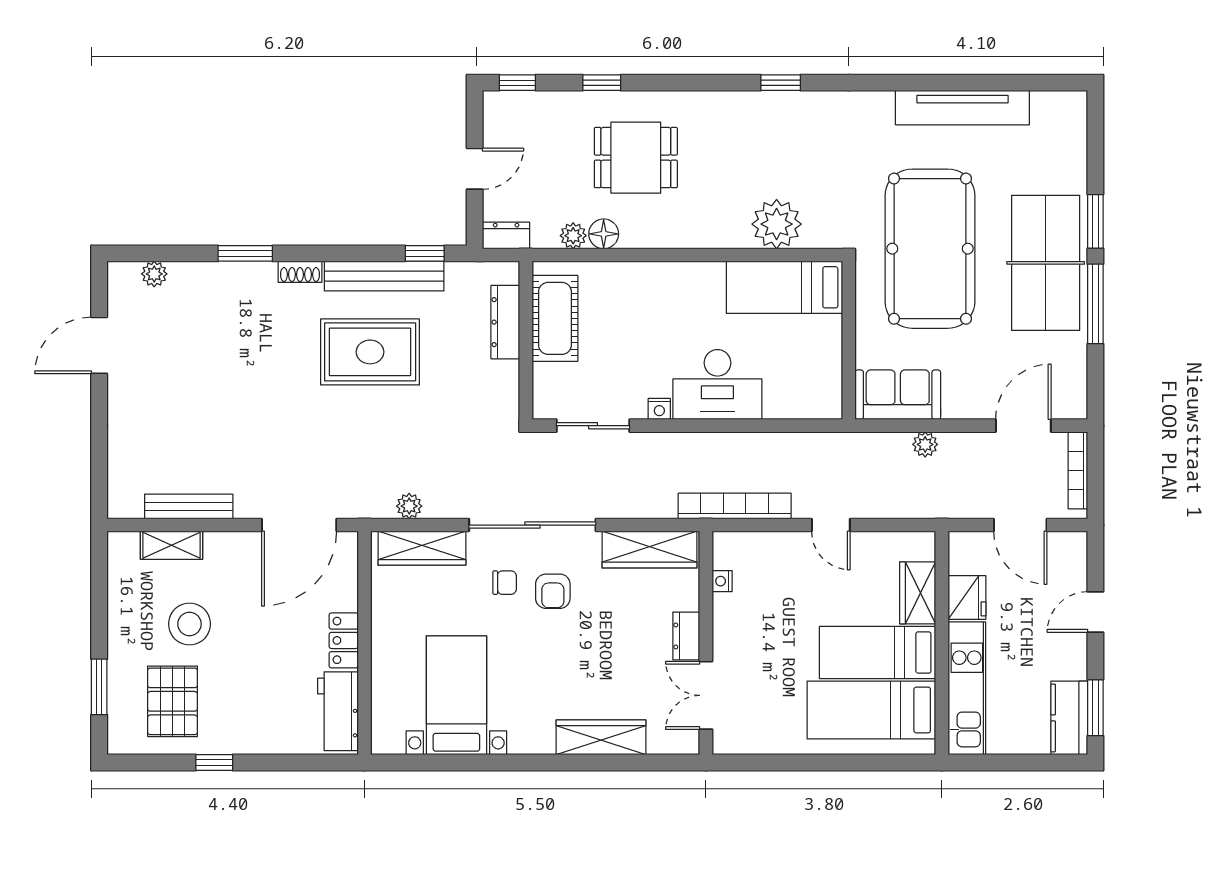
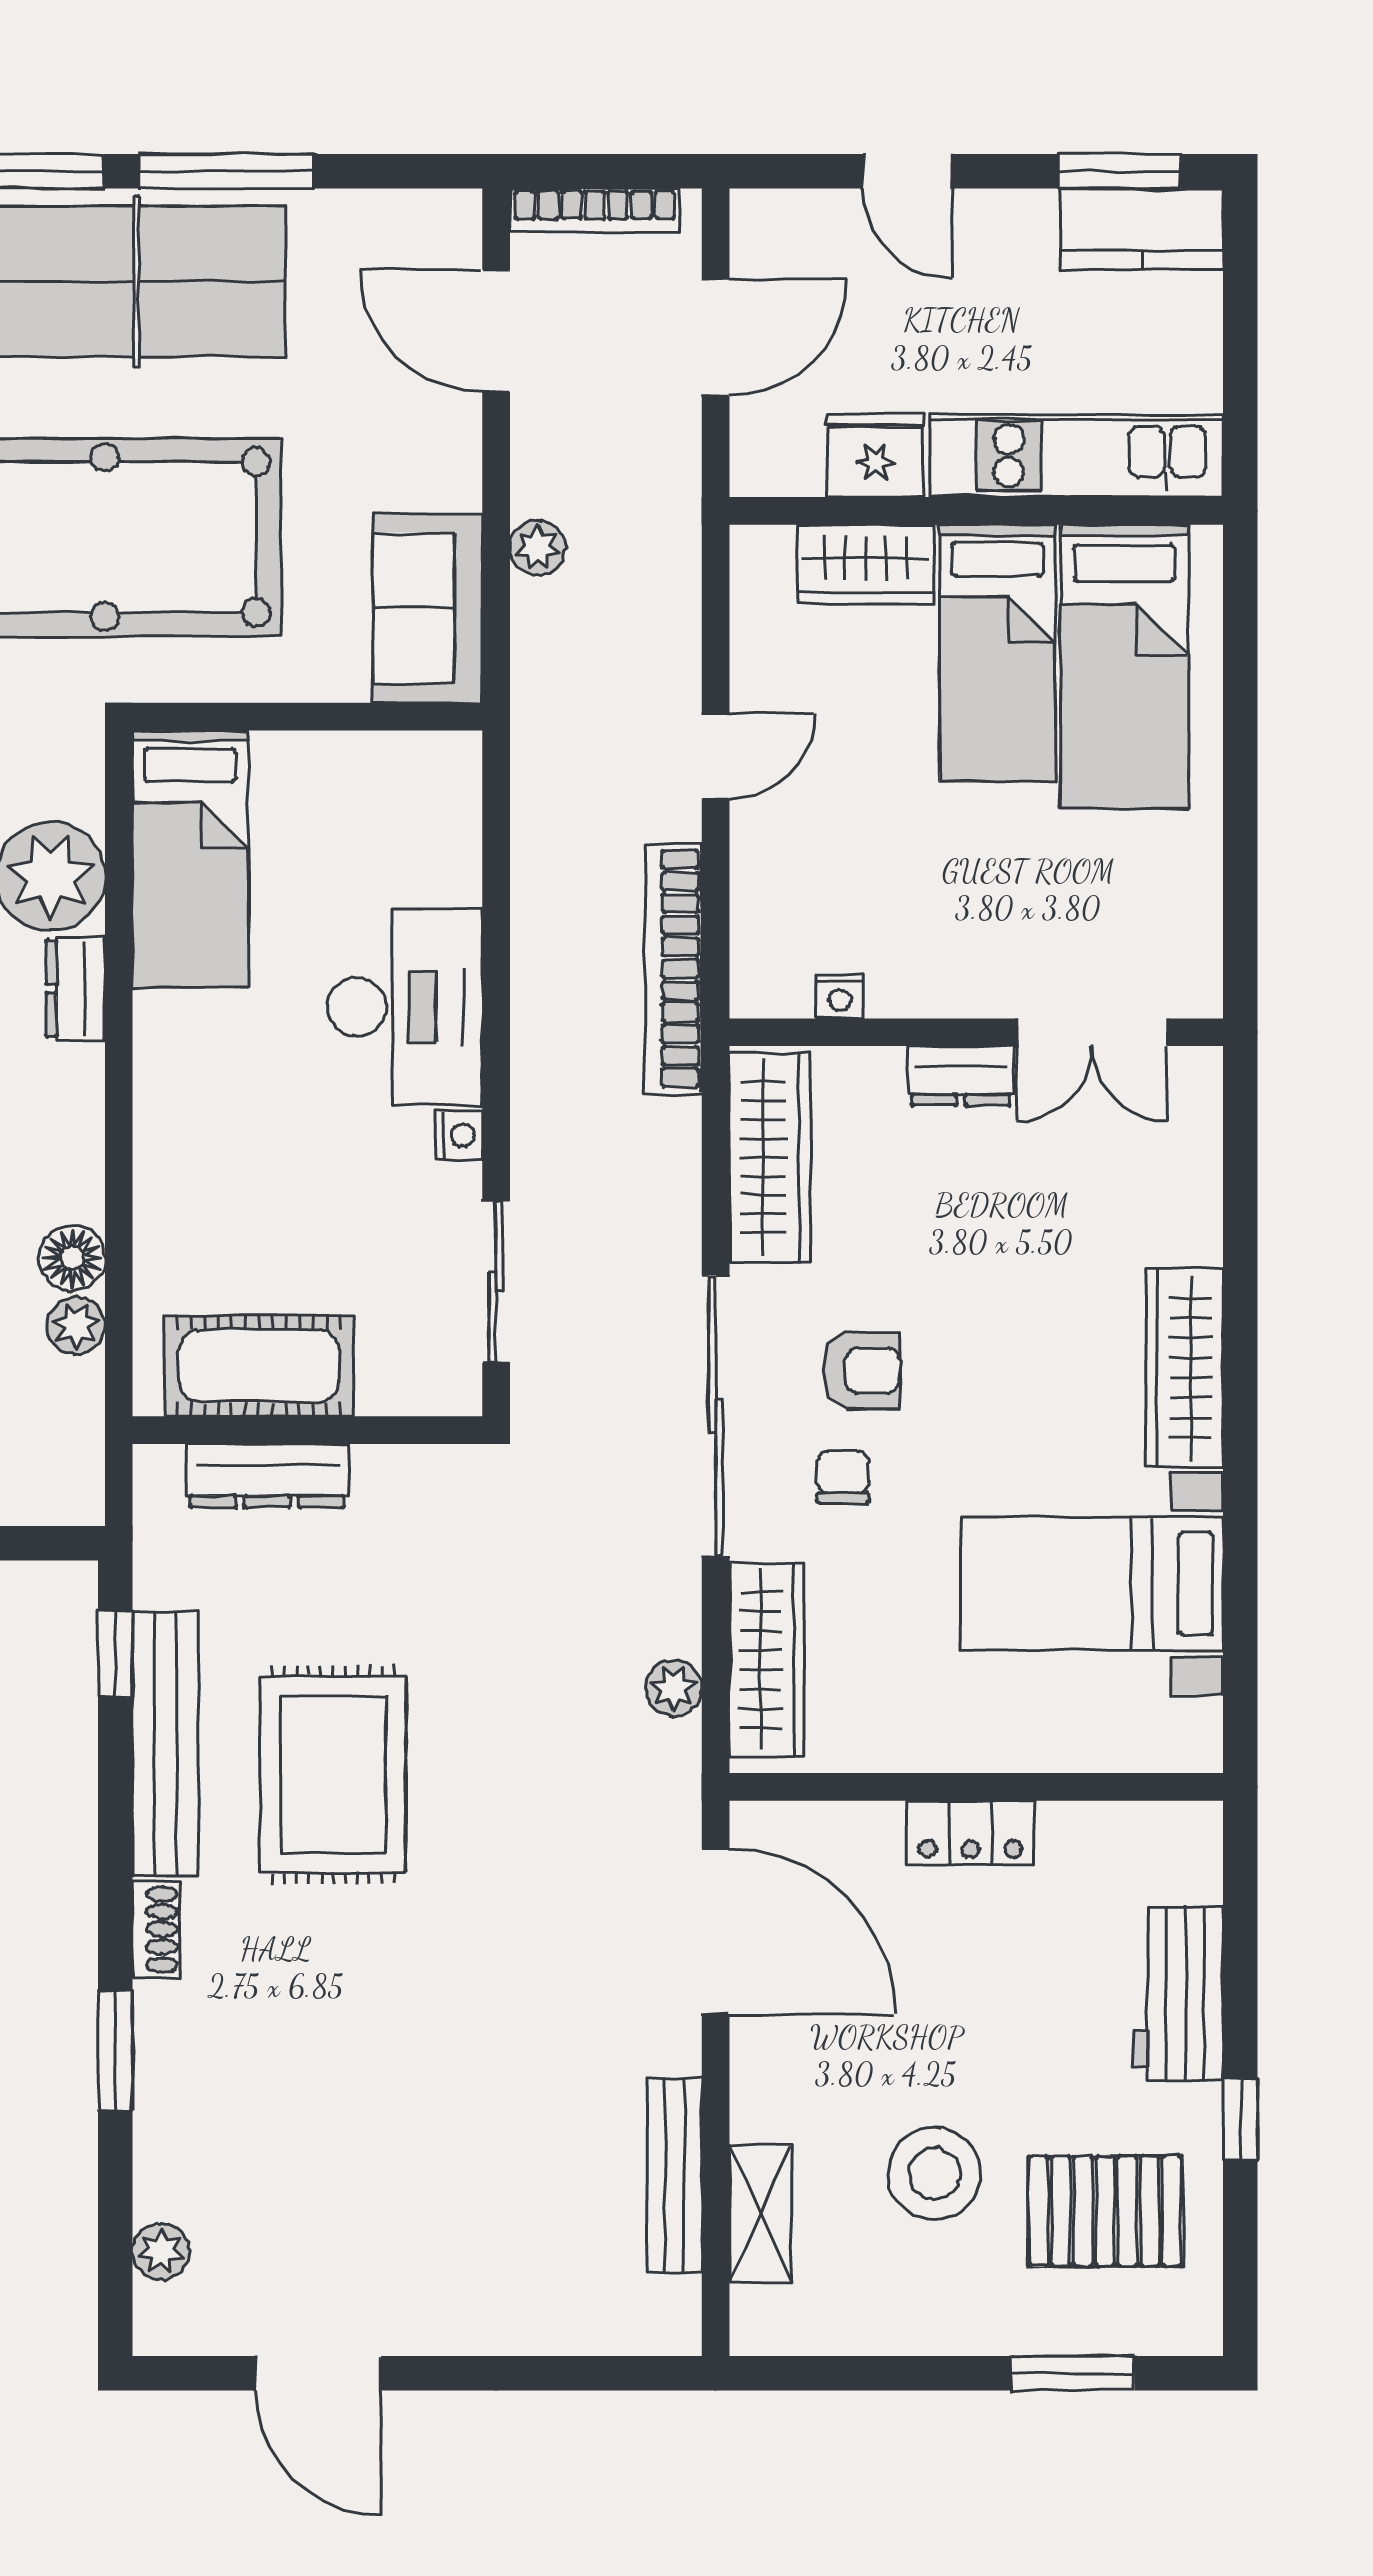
dresser: (506, 235) -> (76, 988), moved
workbench: (338, 711) -> (1178, 1993), moved, turned 90
wardrobe: (601, 737) -> (1185, 1368), moved

